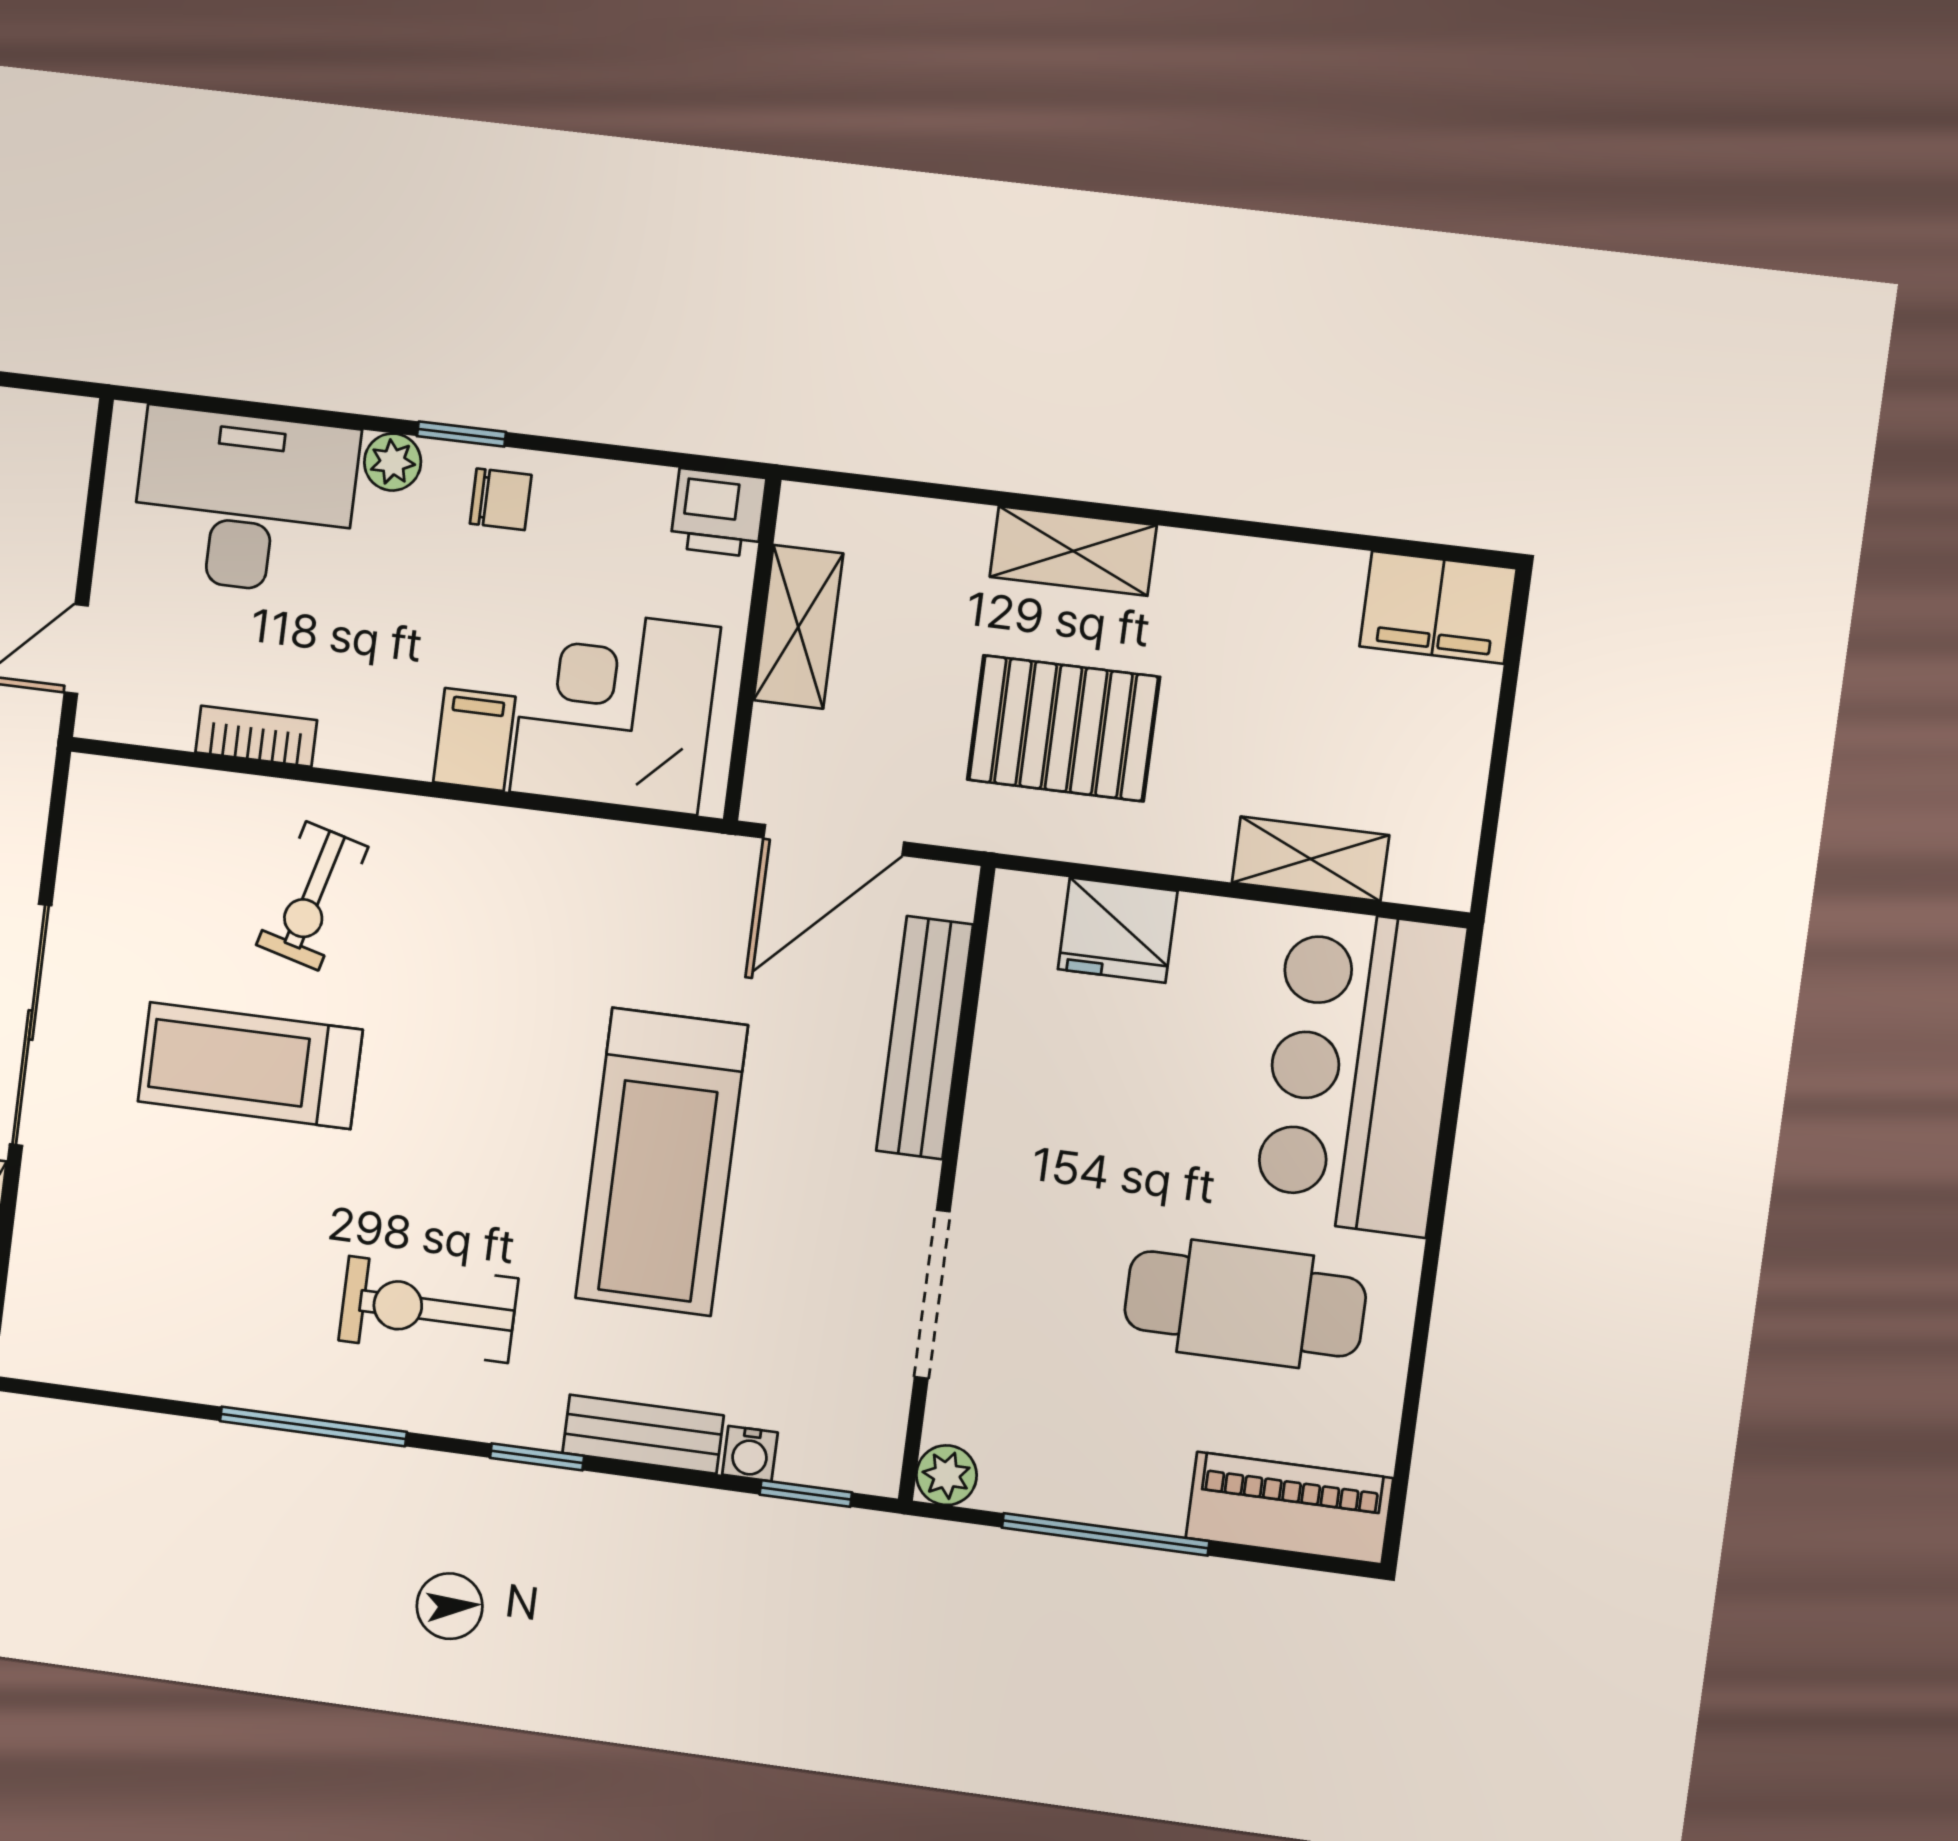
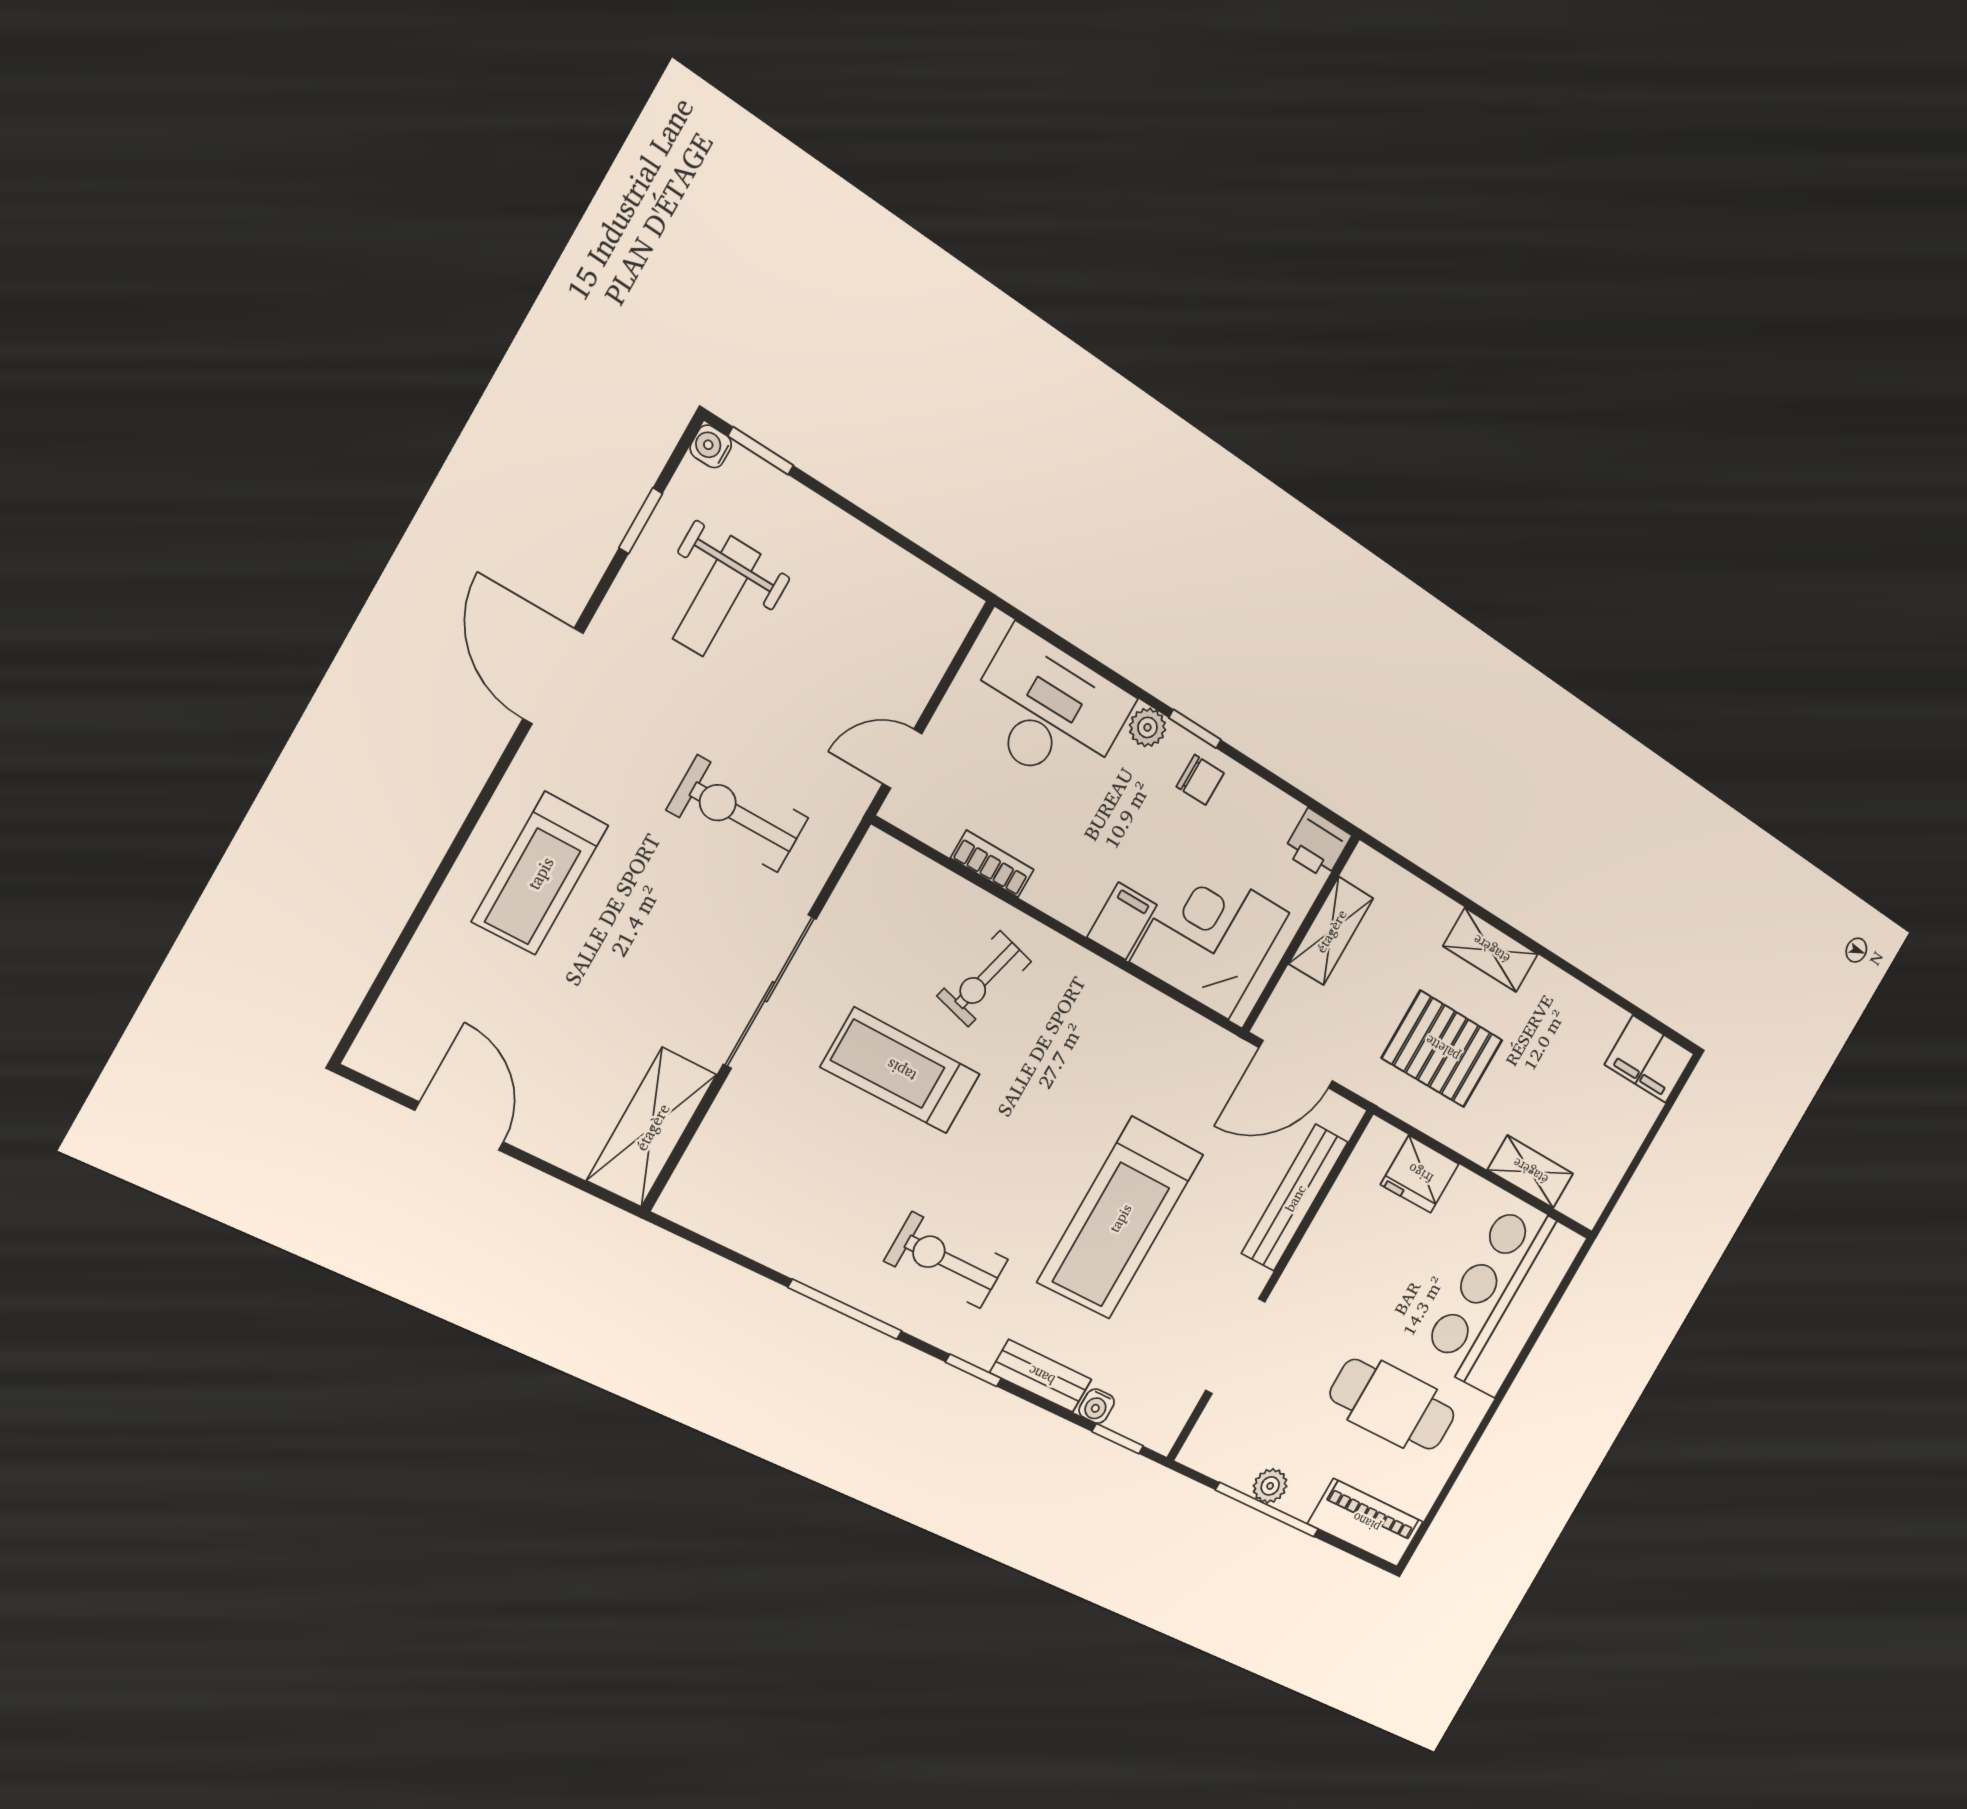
plant: (946, 1475) -> (1270, 1486), moved

